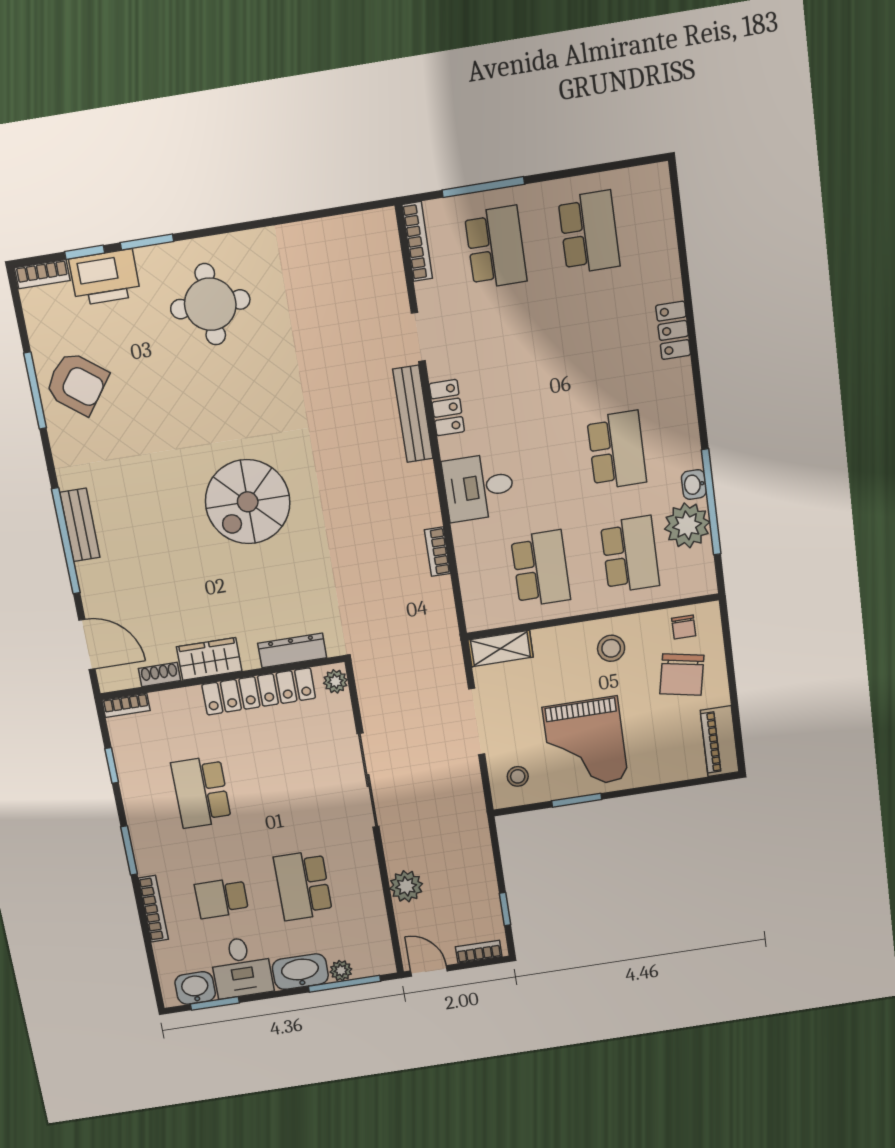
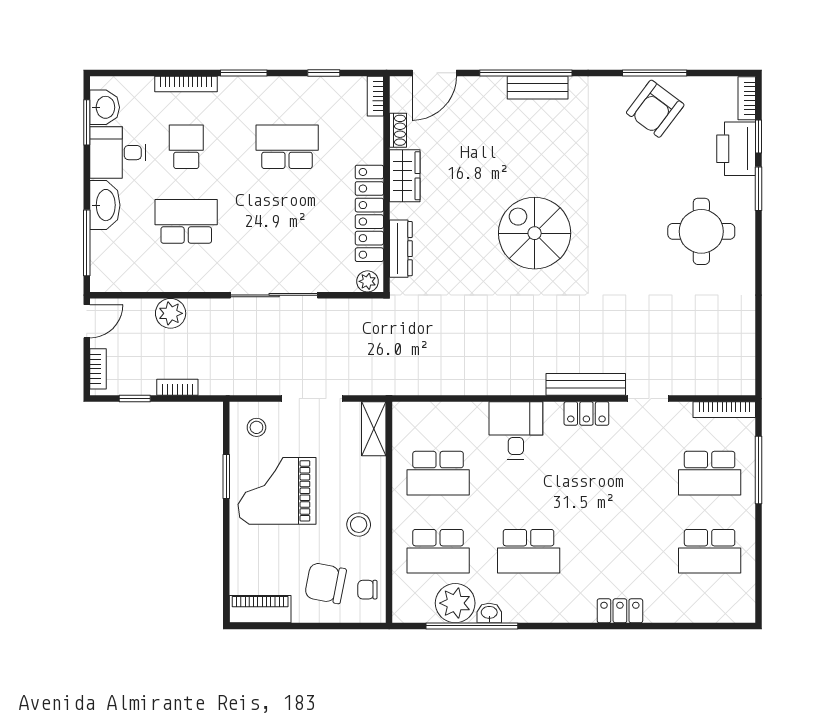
bookcase: (438, 552) -> (177, 387), moved
plant: (341, 971) -> (100, 242), removed

